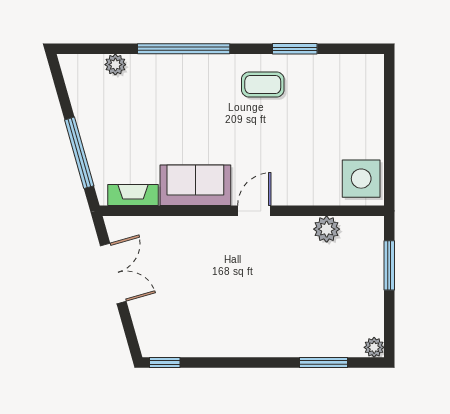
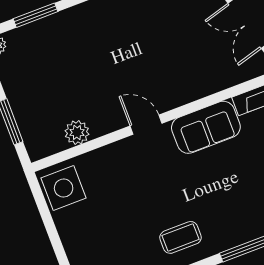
door: (254, 211) -> (146, 125), swing flipped

